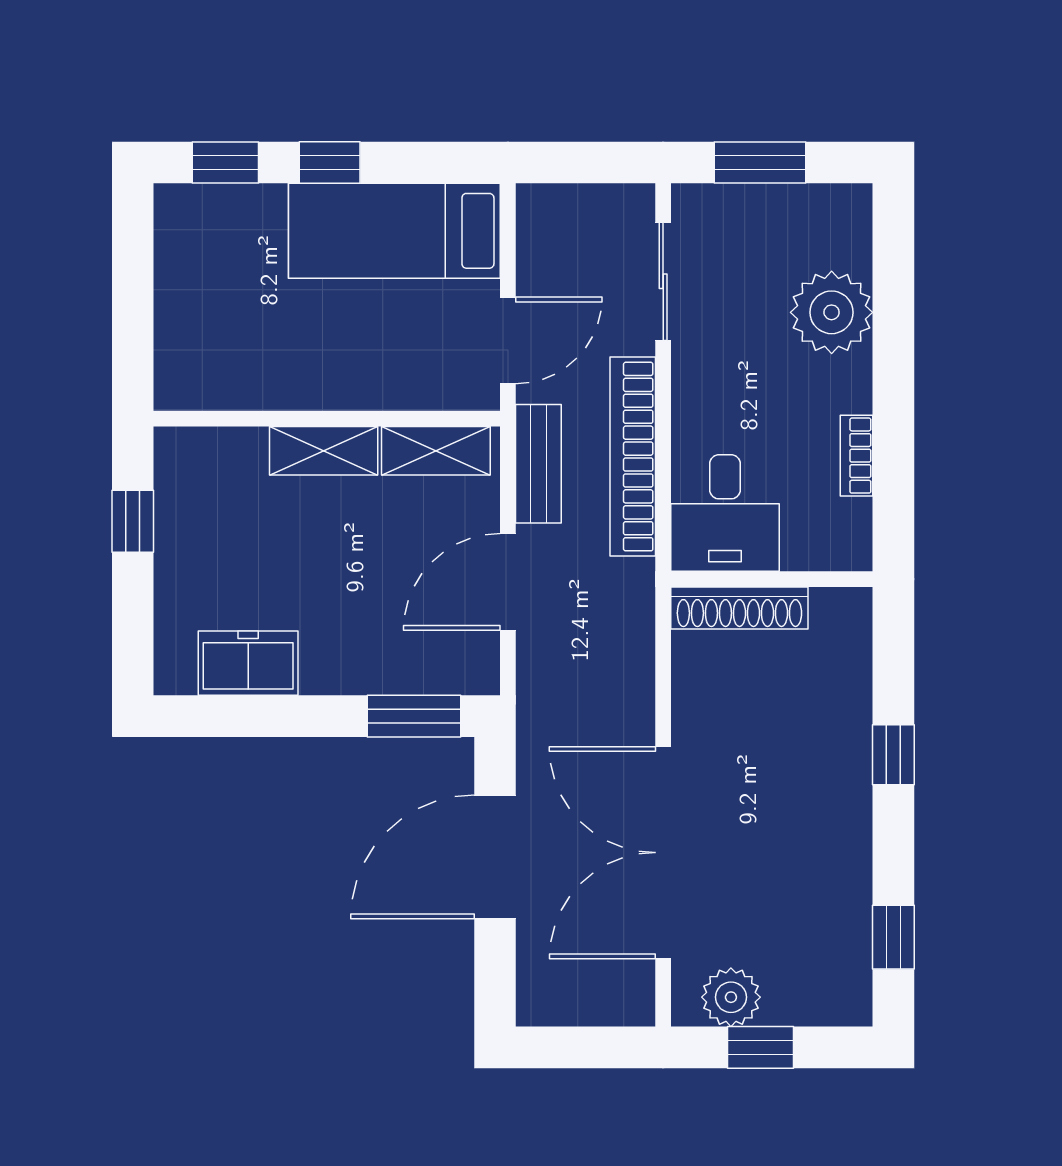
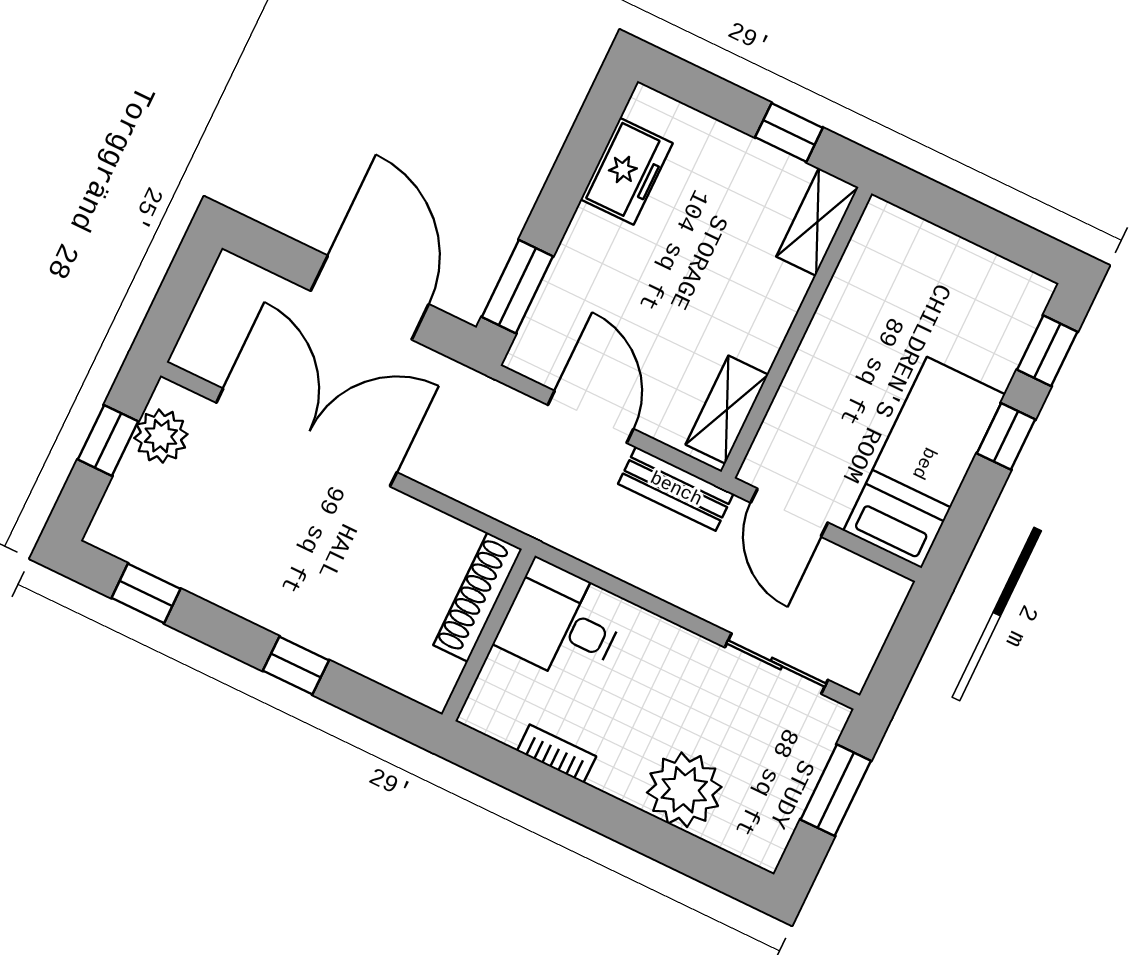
shelving: (324, 451) -> (817, 222), moved
bookcase: (633, 457) -> (644, 569), removed

